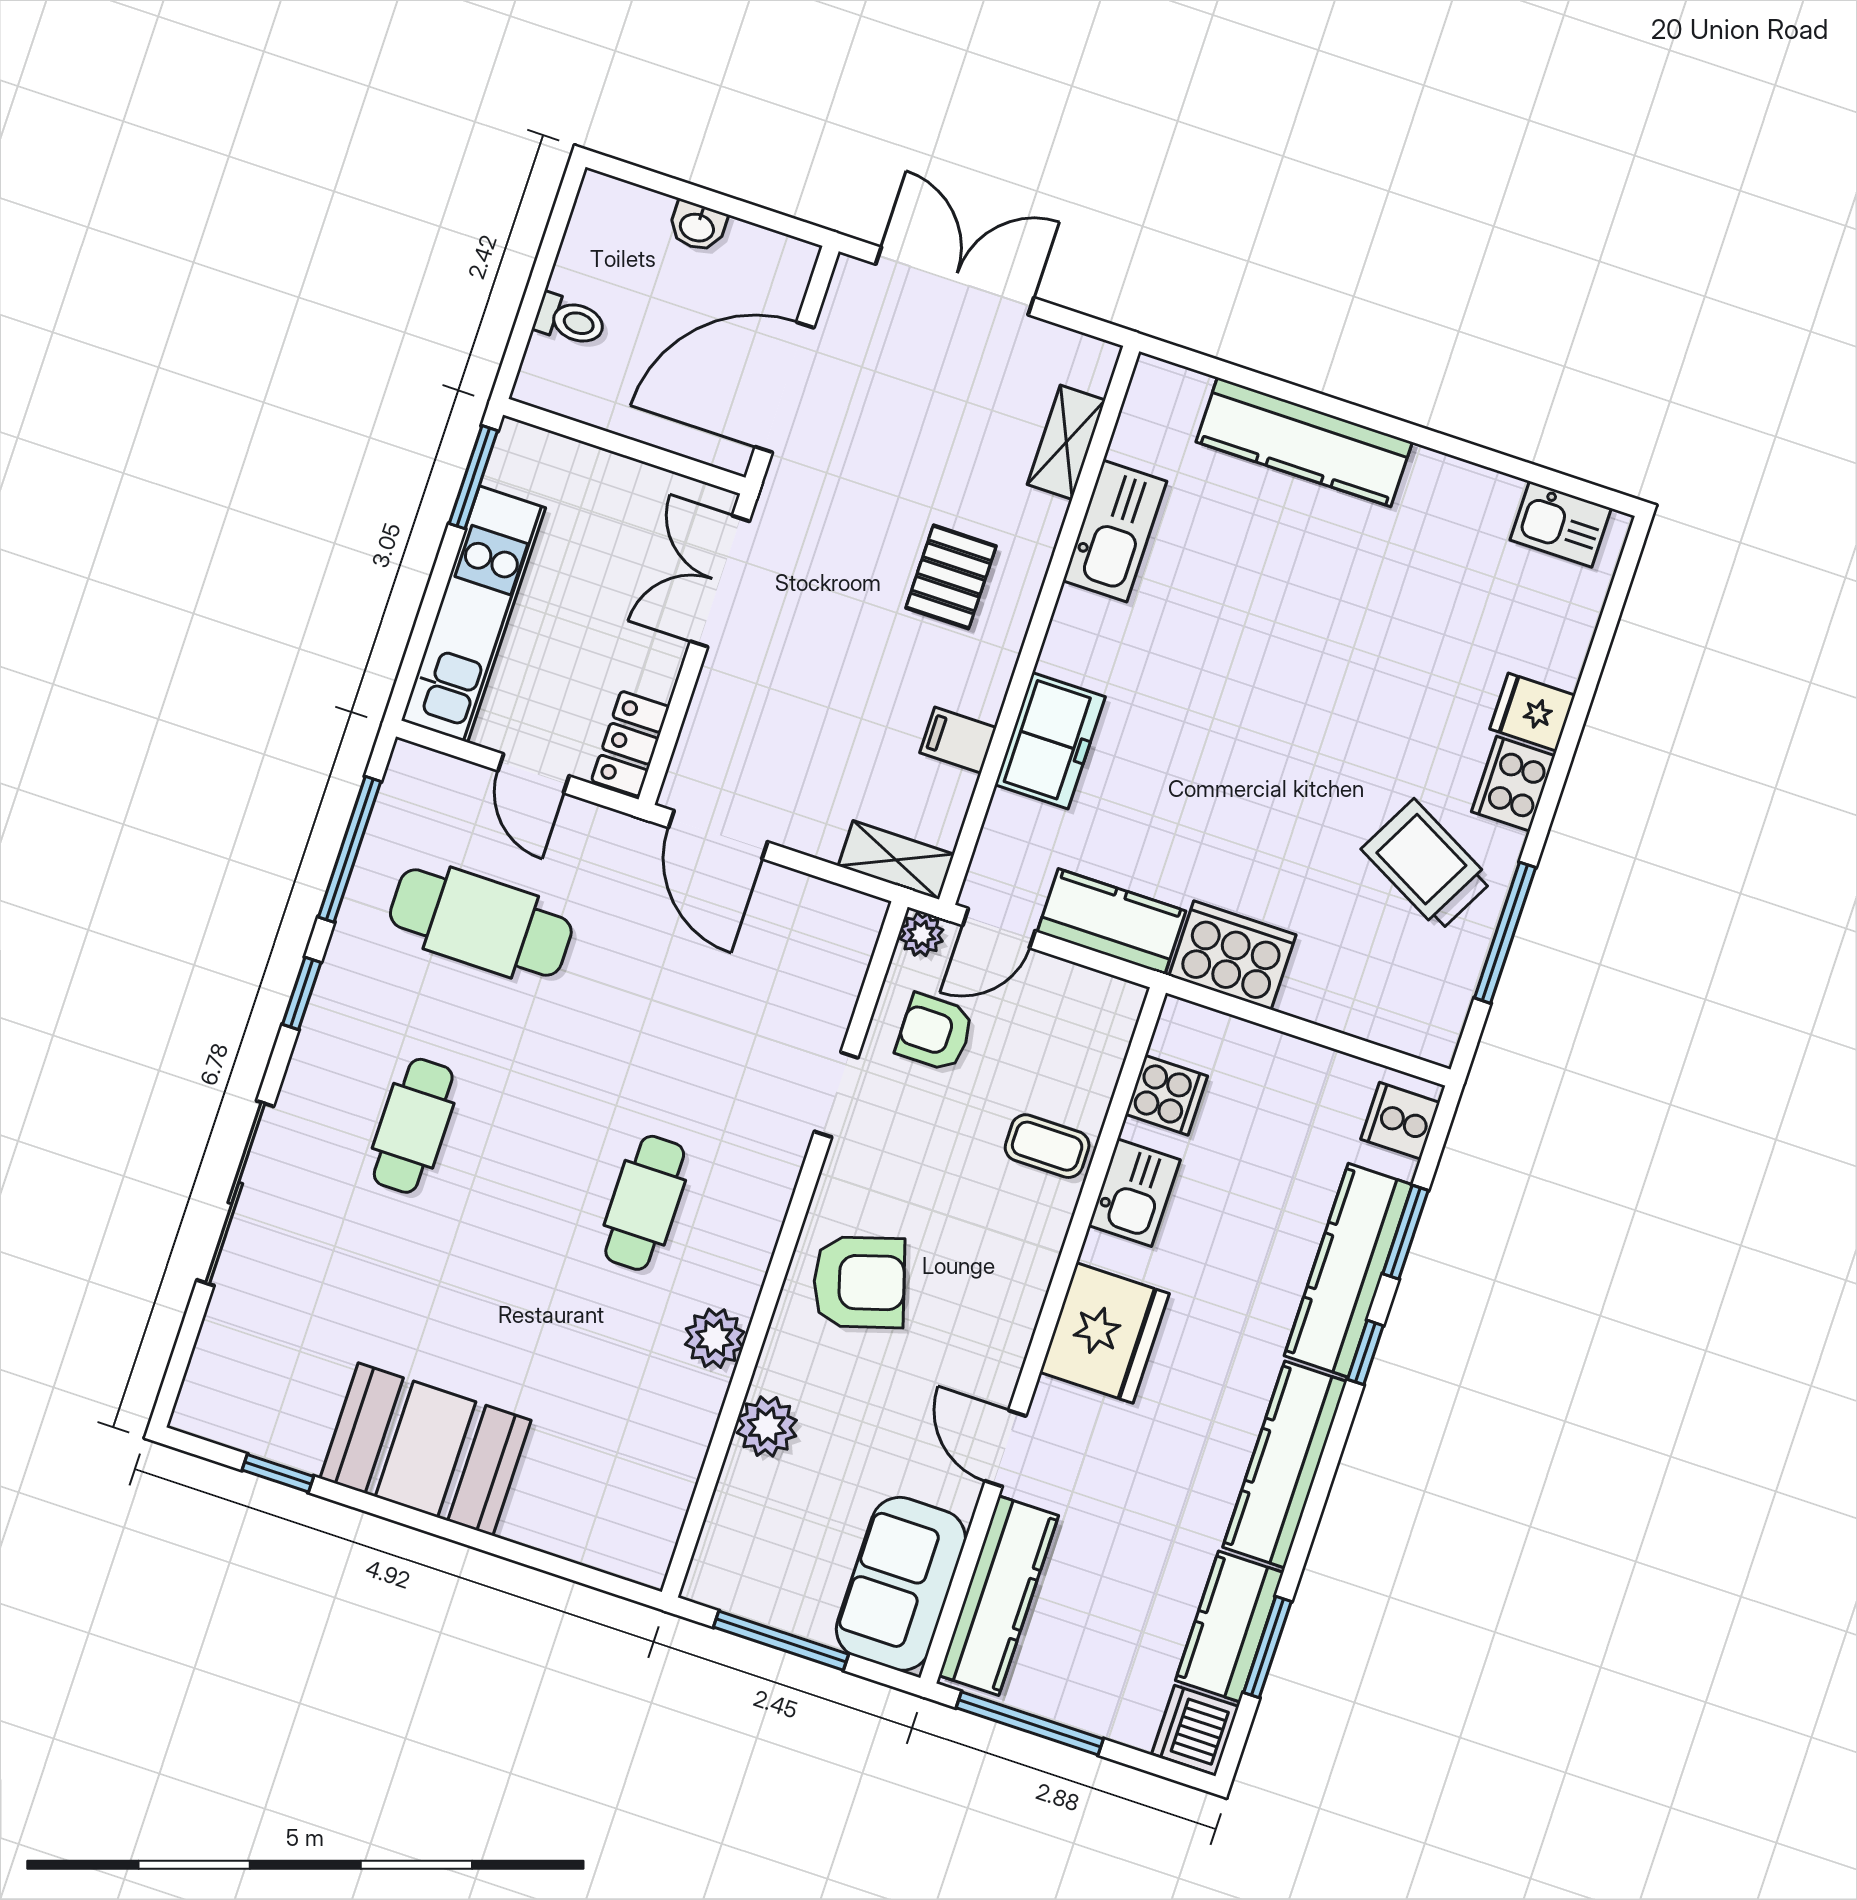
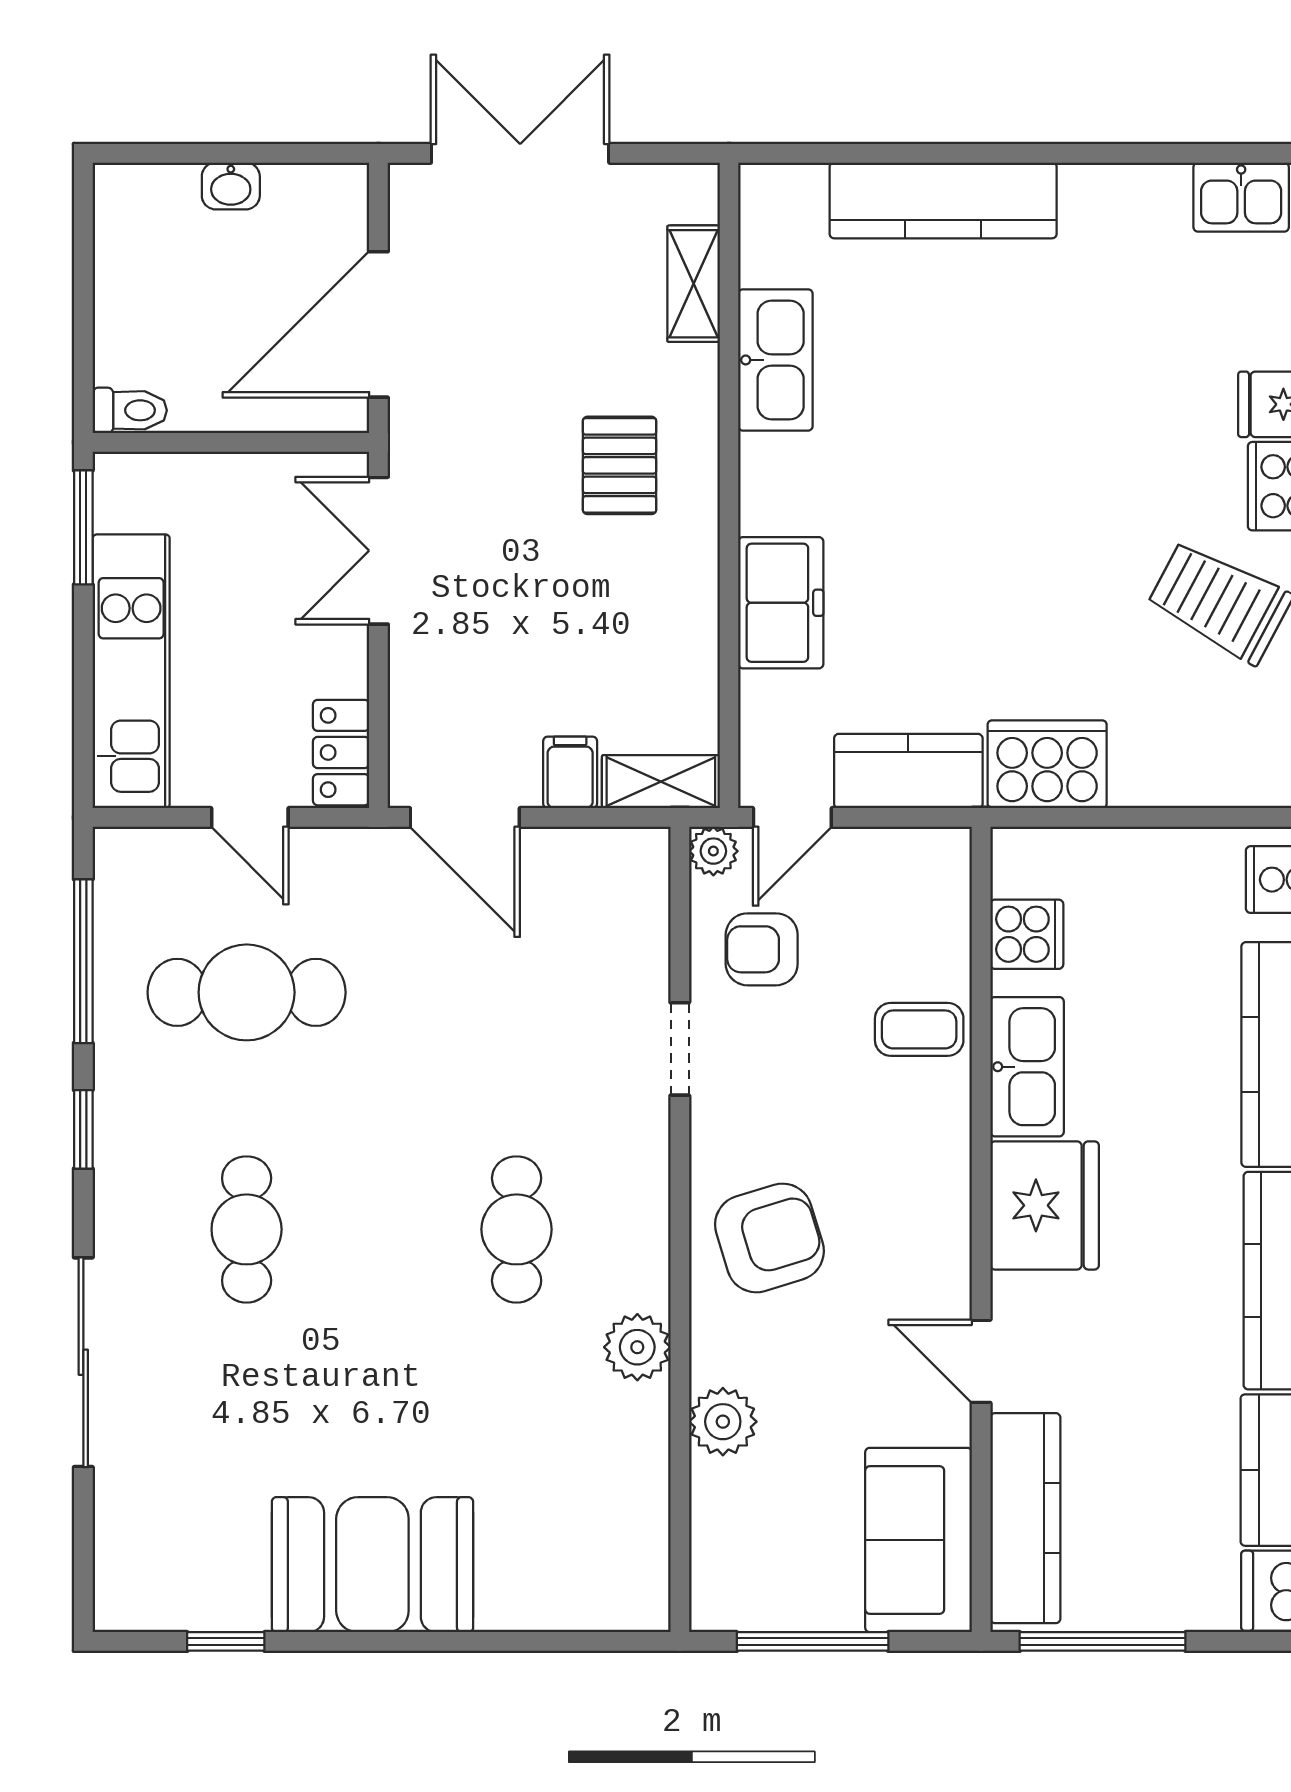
toilet: (570, 320) -> (130, 410), moved
filing cabinet: (958, 740) -> (570, 772), moved, turned 90
kitchen sink: (1134, 1193) -> (1027, 1067), width x1.38

